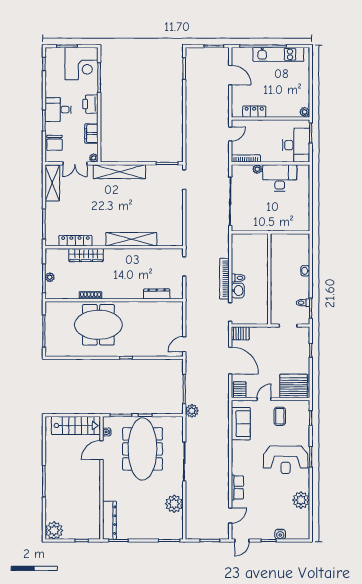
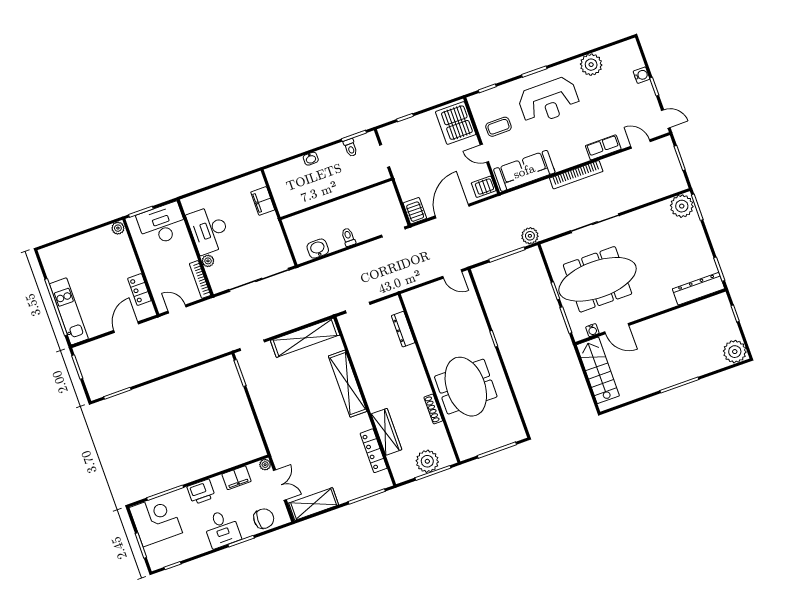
kitchen unit: (278, 54) -> (69, 311), moved
door: (230, 75) -> (126, 327), moved
shelving: (119, 172) -> (305, 338), moved, turned 90
filing cabinet: (287, 225) -> (263, 201), added
plant: (50, 277) -> (427, 461), width x1.88, depth x1.88
bookcase: (224, 279) -> (576, 175), moved
washbasin: (238, 291) -> (318, 249), moved
sofa: (241, 424) -> (524, 171), width x1.36
reception desk: (286, 460) -> (549, 101), turned 90
plant: (174, 504) -> (682, 206), moved

